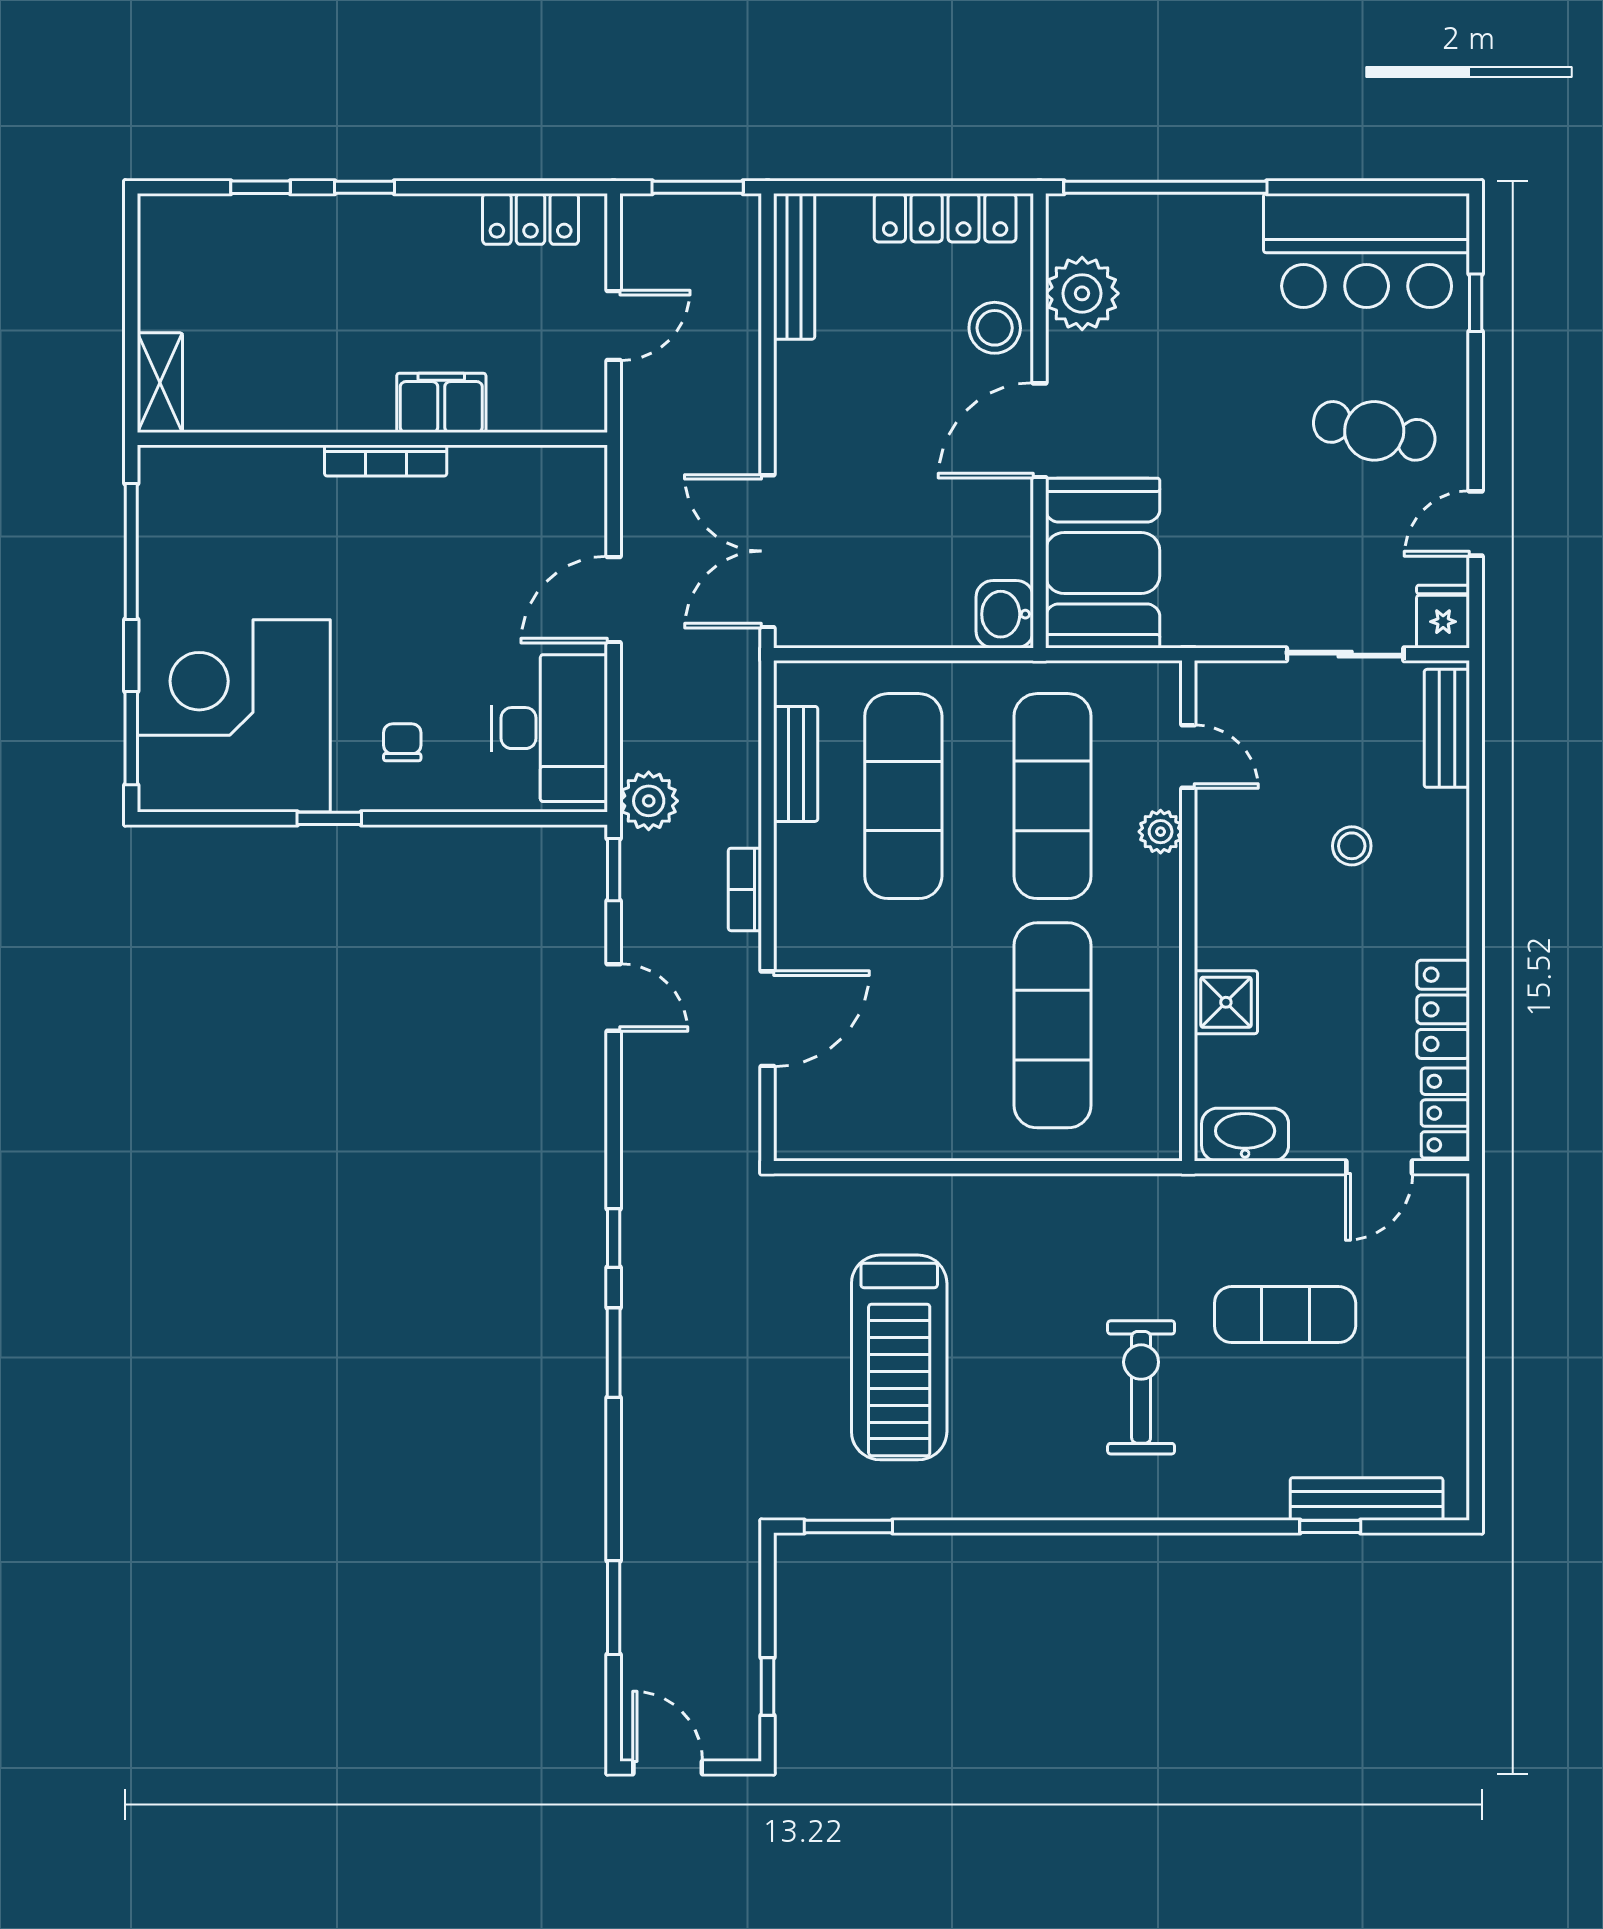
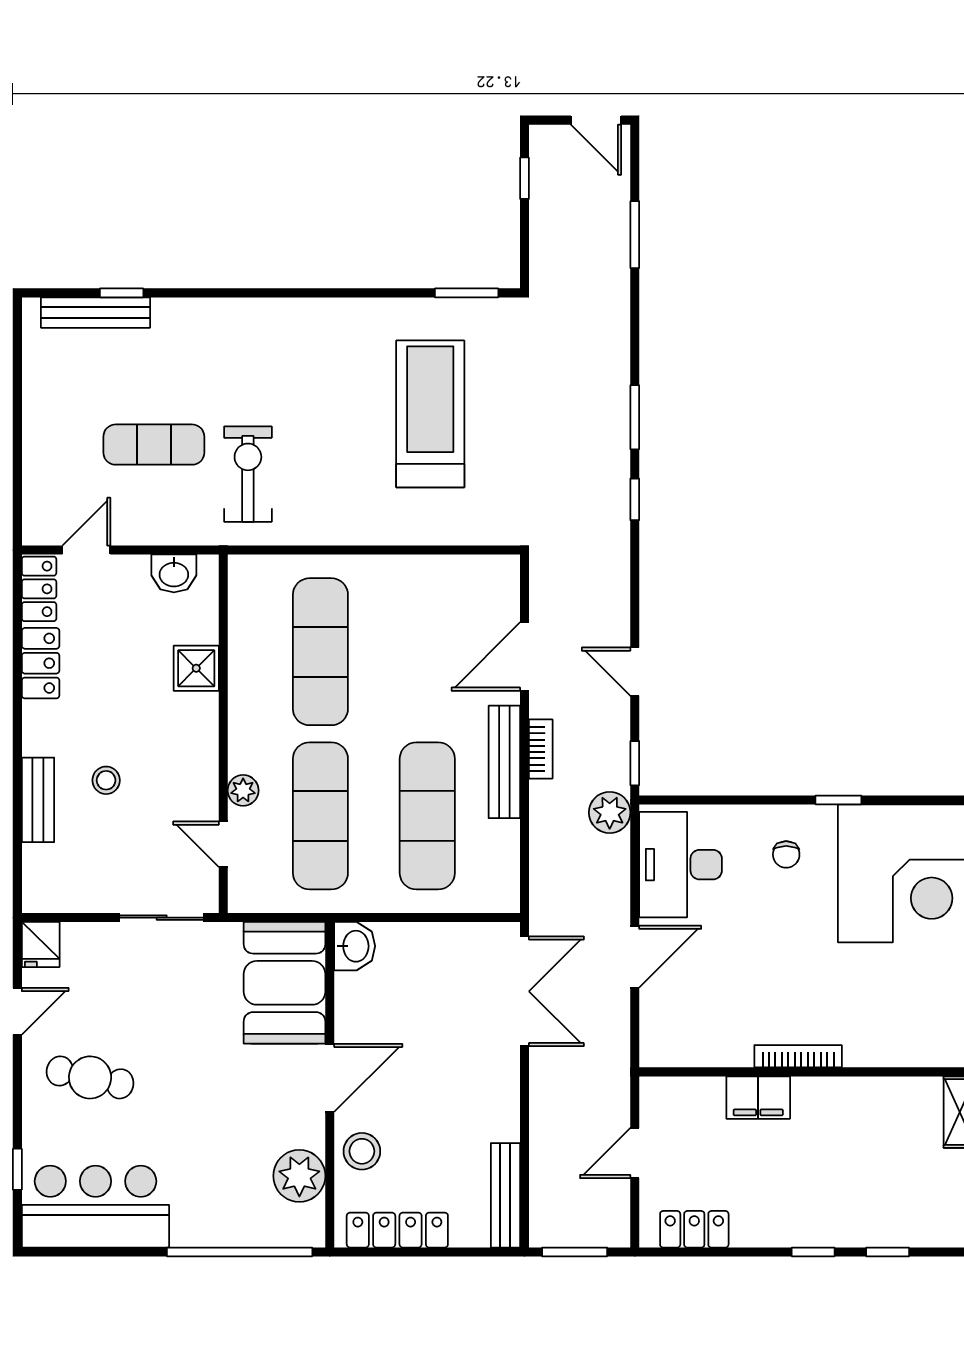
sliding door: (1345, 654) -> (162, 918), moved
bench: (1447, 728) -> (38, 800), moved
bench: (796, 764) -> (504, 762), moved, width x1.36
washbasin: (1245, 1135) -> (174, 573), width x0.72
exercise bike: (1141, 1387) -> (248, 474), moved, turned 180

